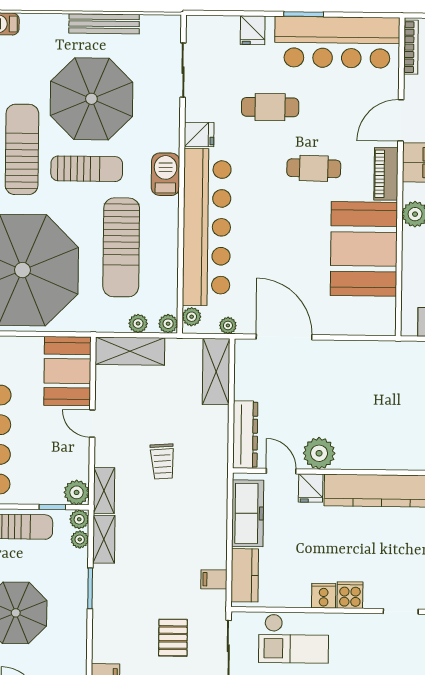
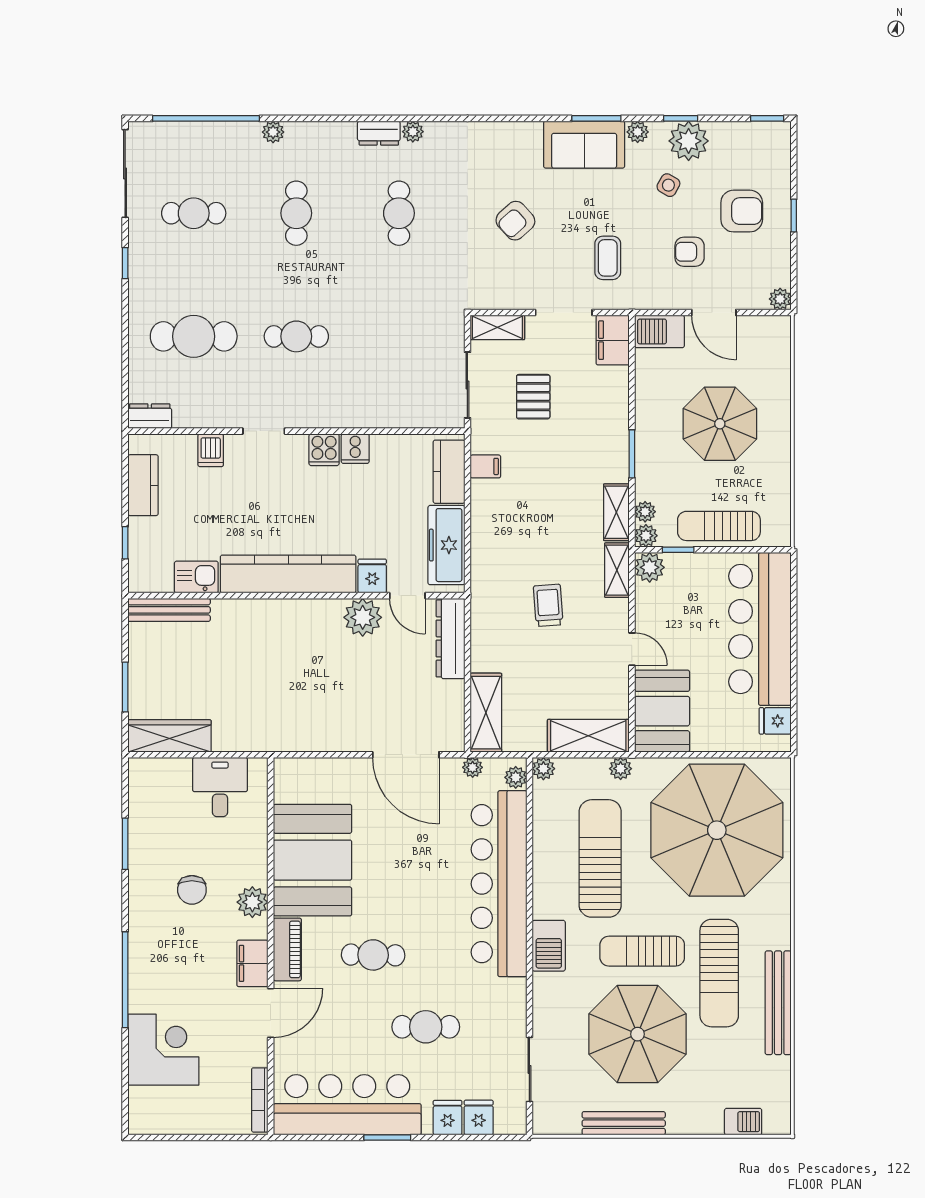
fridge: (199, 134) -> (479, 1118), moved, turned 90
plant: (138, 323) -> (621, 769), moved
checkout: (294, 639) -> (390, 397), removed

